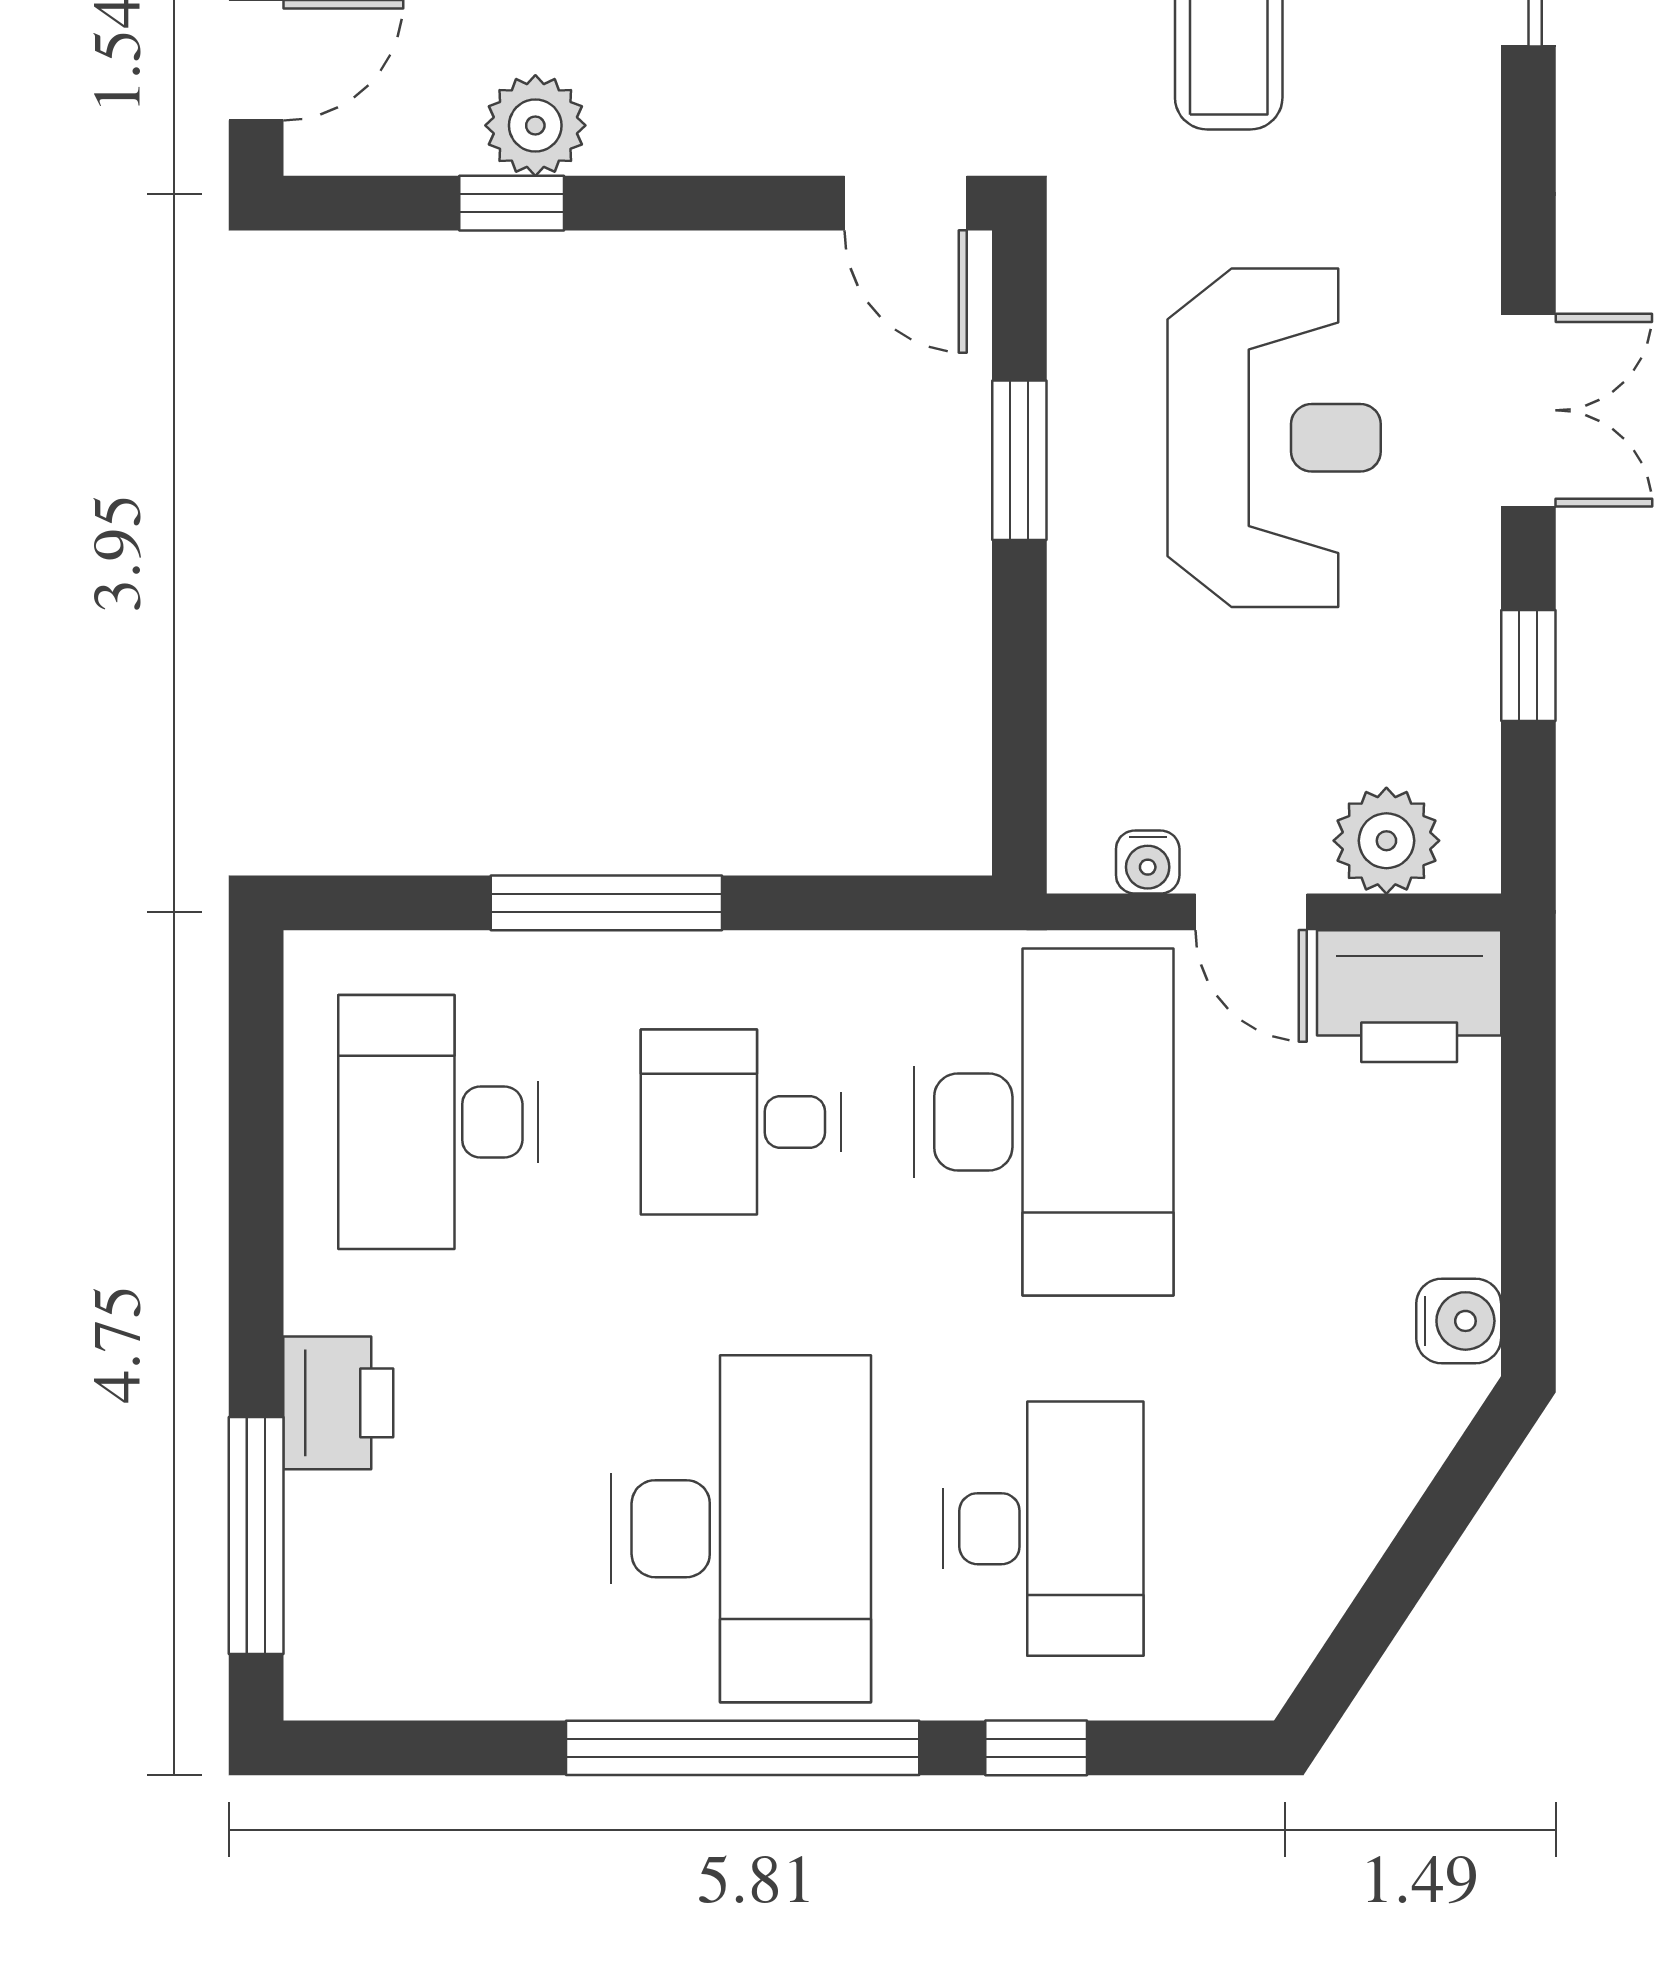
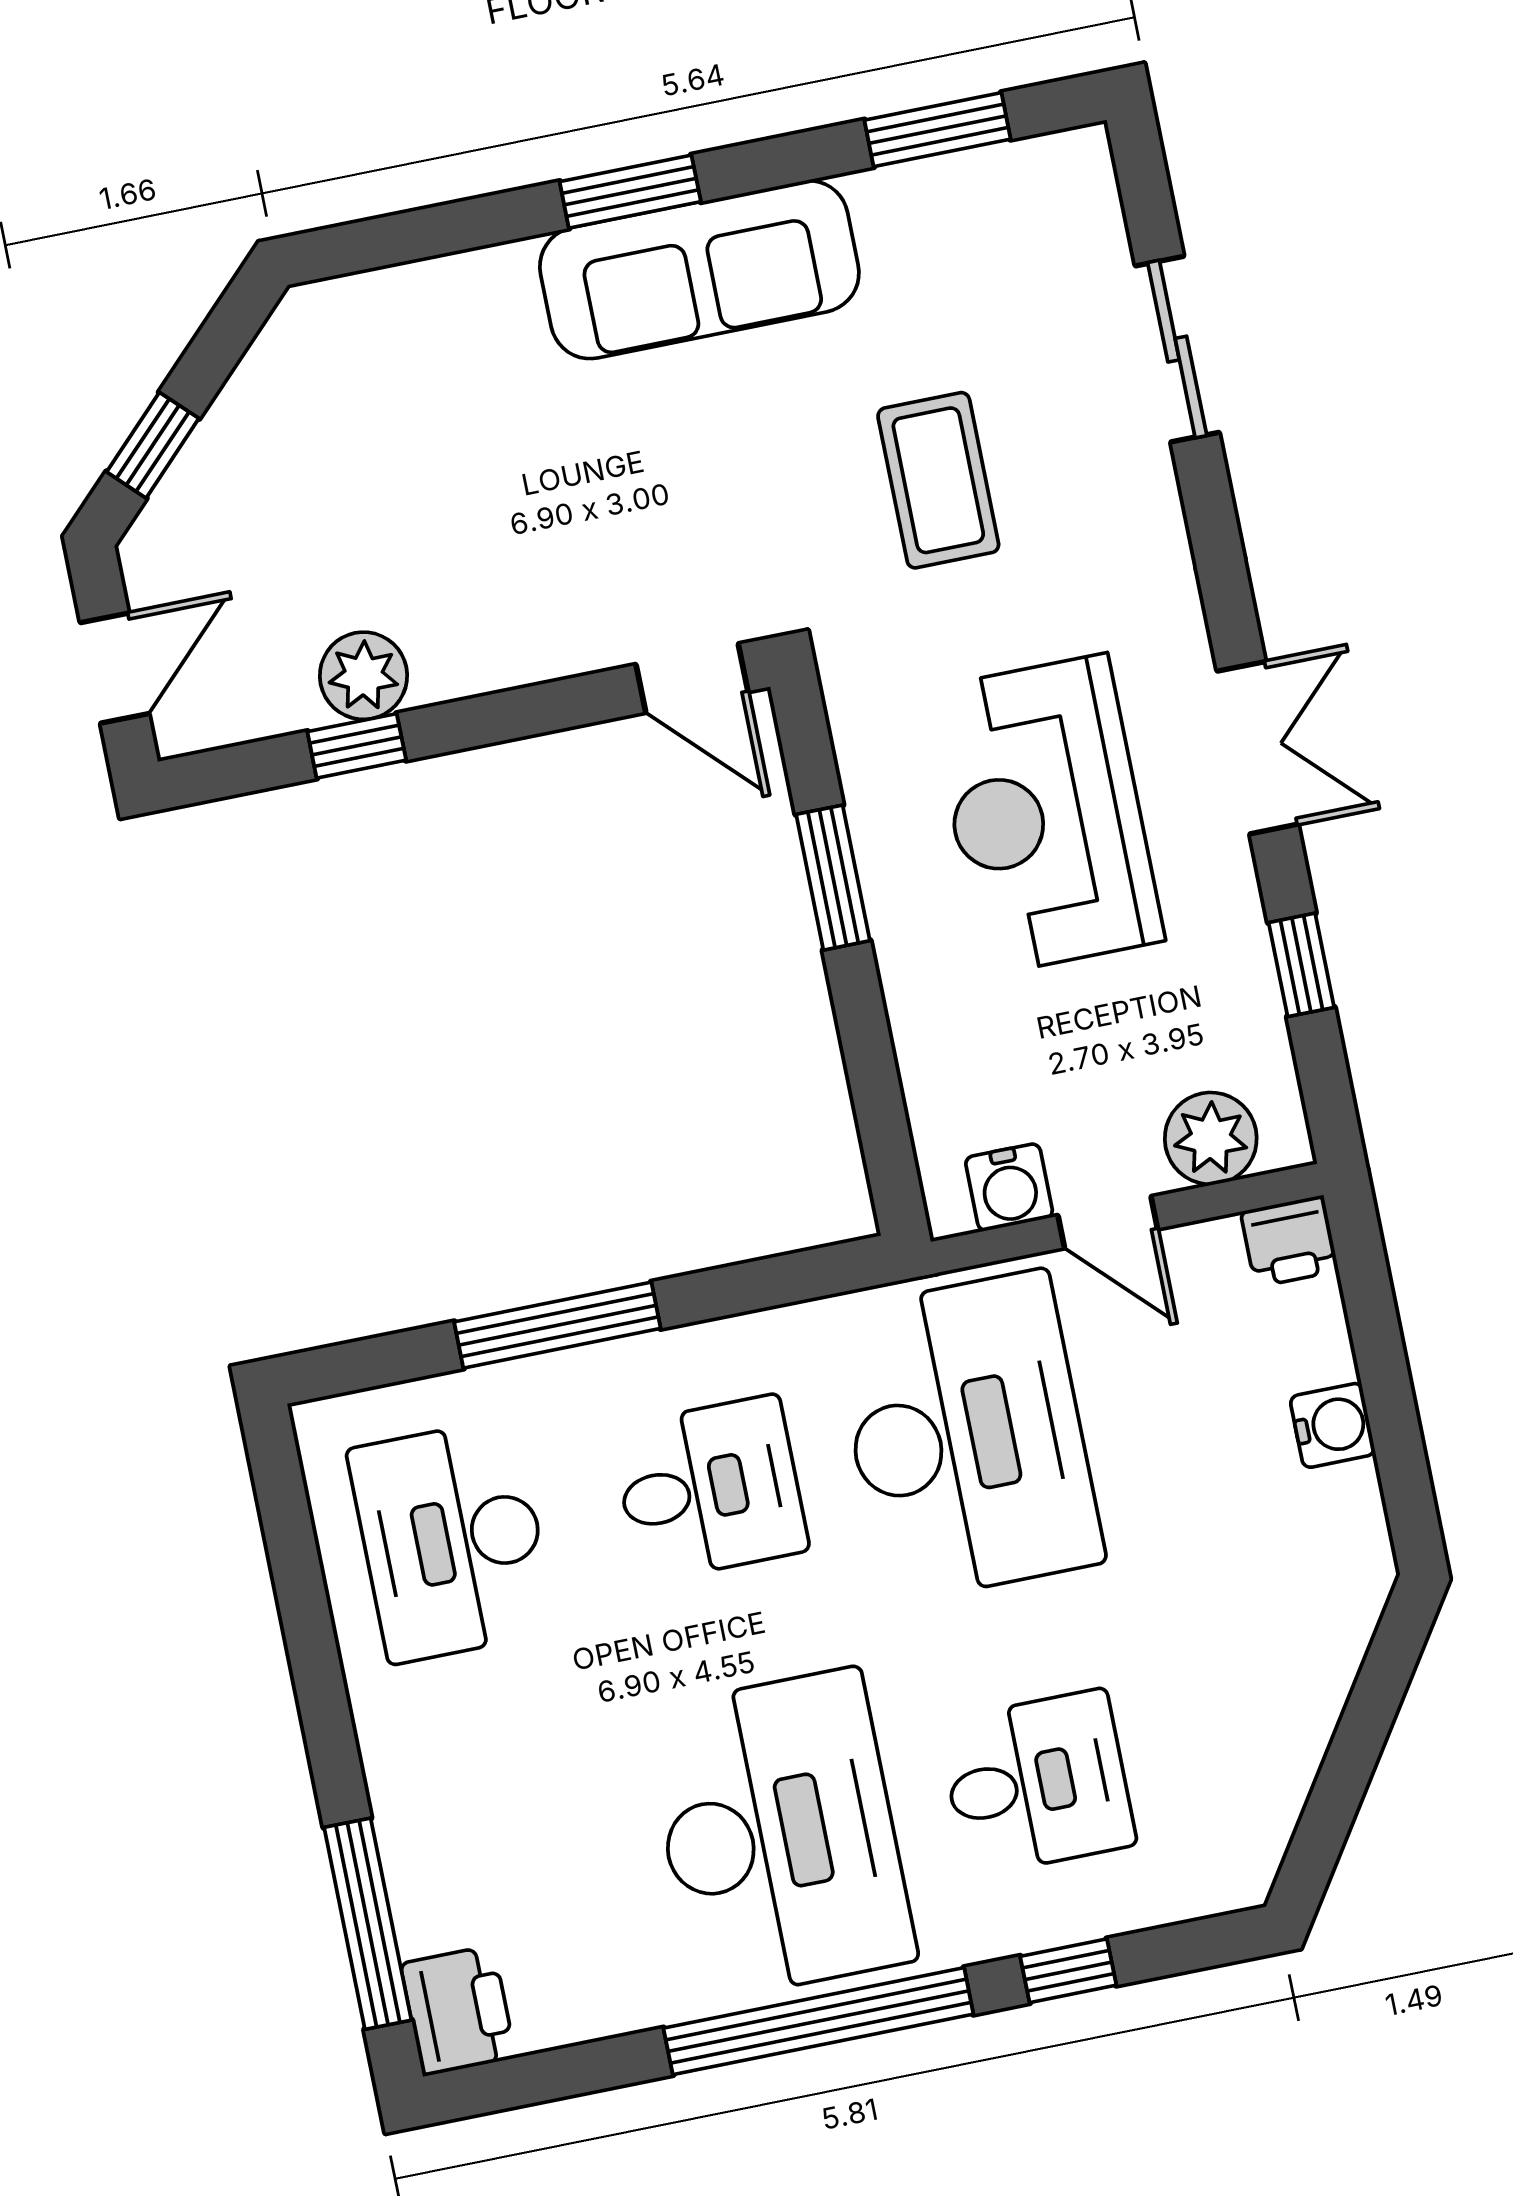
reception desk: (1274, 438) -> (1046, 815), turned 180
water cooler: (1148, 862) -> (1009, 1187), width x1.38, depth x1.38
printer: (1409, 996) -> (1290, 1241), width x0.53, depth x0.68
desk: (741, 1122) -> (710, 1489), turned 180
water cooler: (1459, 1321) -> (1333, 1425), moved
printer: (338, 1403) -> (458, 2011), moved
desk: (1043, 1529) -> (1037, 1783), width x0.73

